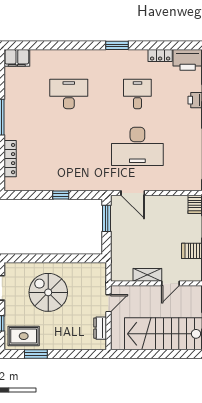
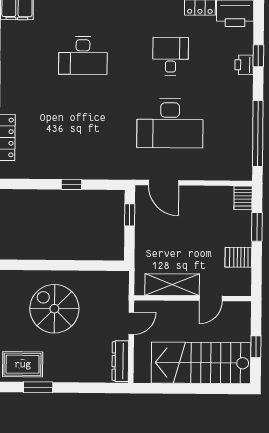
desk: (69, 94) -> (83, 56), turned 180
window: (106, 218) -> (130, 215), width x0.67
shelving: (147, 275) -> (172, 285), width x1.50, depth x1.33
dresser: (100, 328) -> (120, 361), width x1.44

